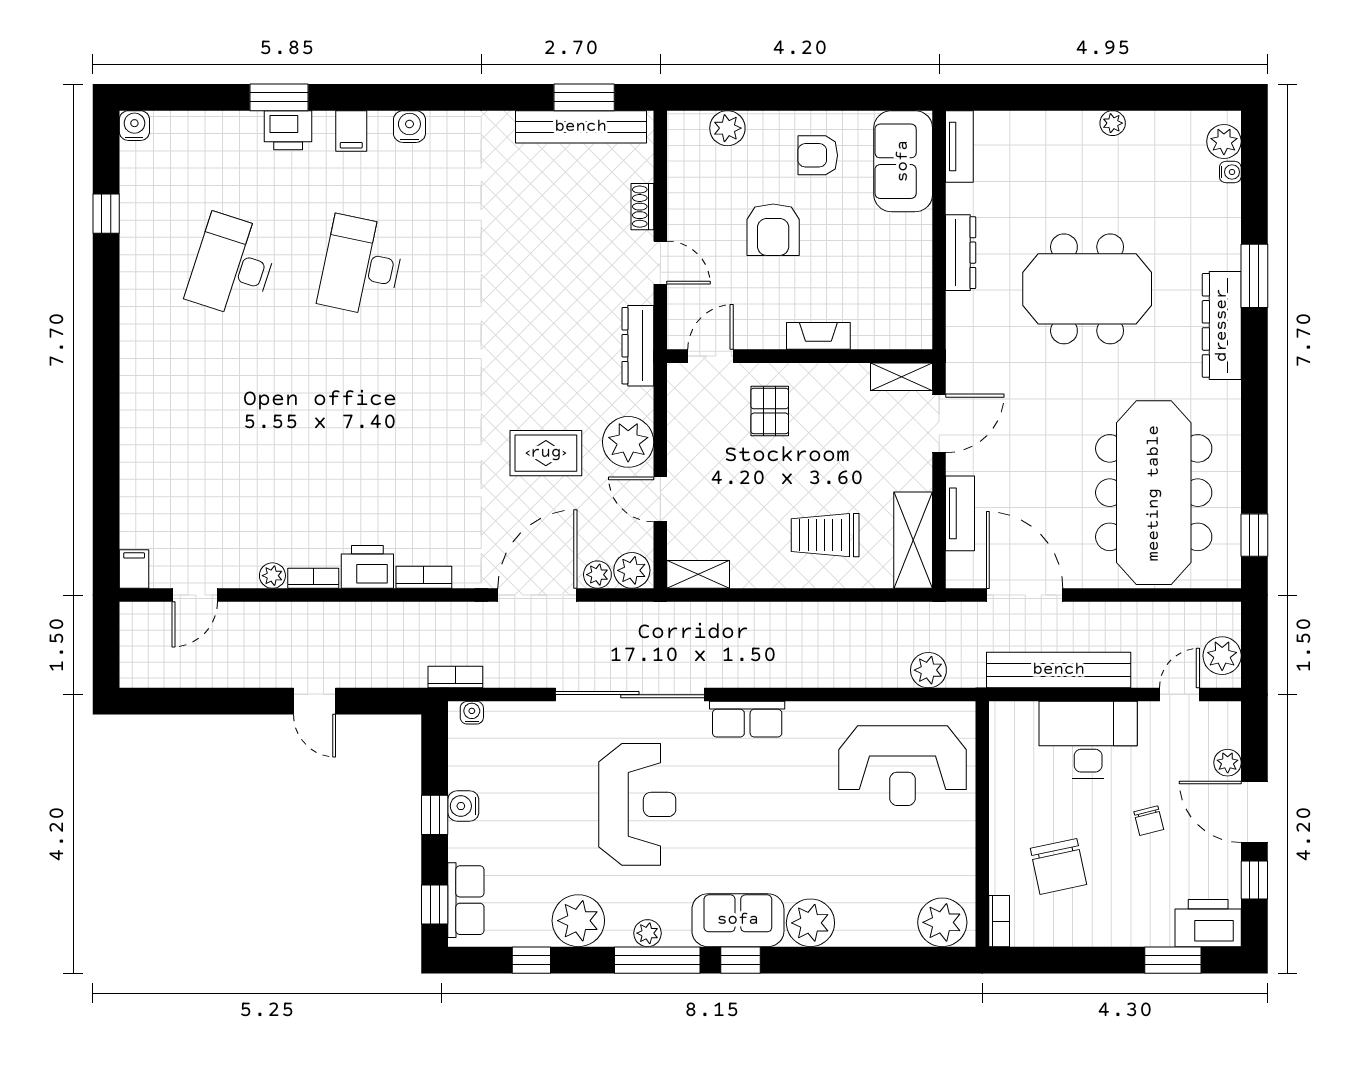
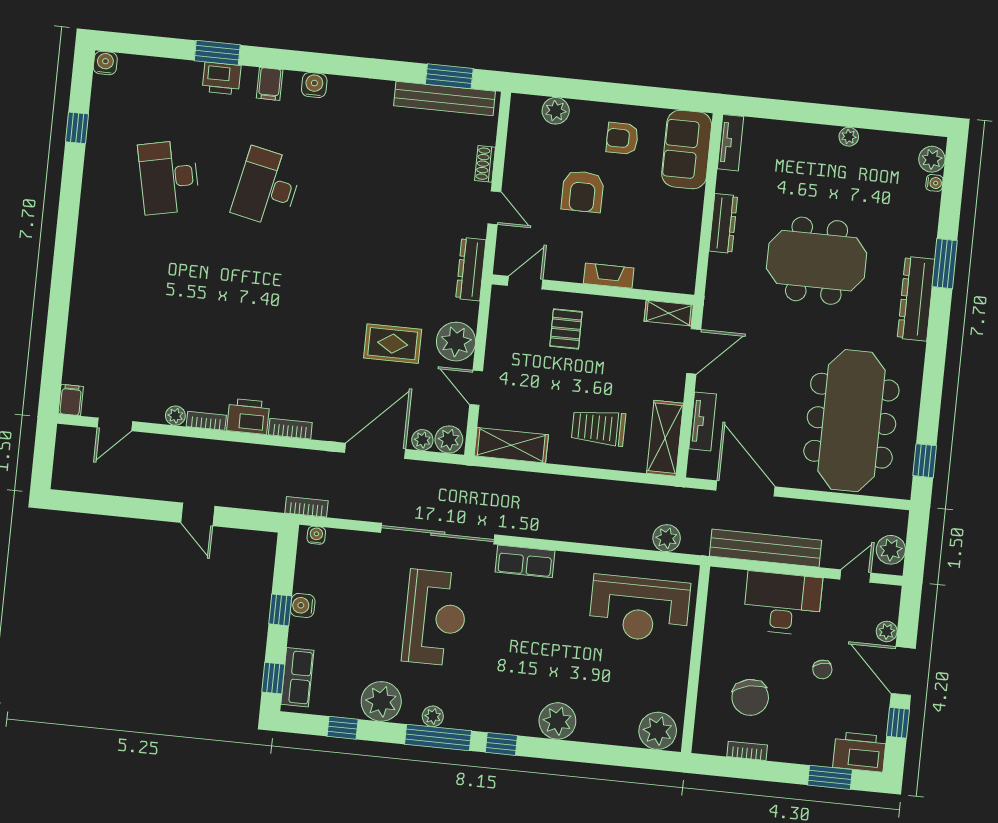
desk: (232, 266) -> (169, 177), turned -30
shelving: (698, 574) -> (511, 445), width x1.50, depth x1.33
sofa: (738, 920) -> (502, 713), removed
bookcase: (999, 921) -> (747, 751), moved, turned -90

